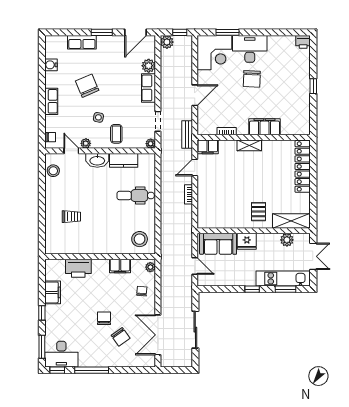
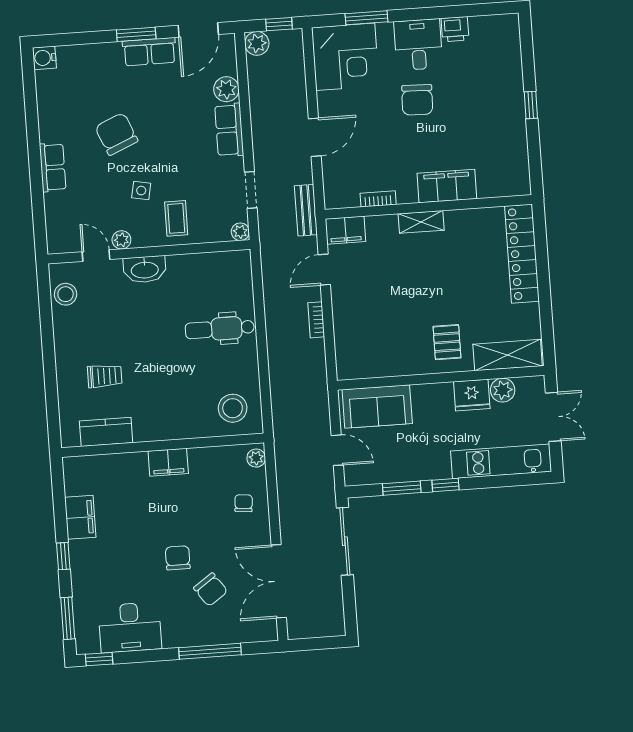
row of seats: (82, 42) -> (149, 52), moved
printer: (303, 42) -> (455, 29), moved
desk: (250, 49) -> (418, 45), width x0.73
water cooler: (51, 65) -> (44, 58), moved
chair: (51, 137) -> (56, 233), removed
kitchen counter: (124, 160) -> (106, 432), moved, turned 180
fridge: (247, 241) -> (472, 395), moved
filing cabinet: (120, 266) -> (168, 462), moved
printer: (78, 268) -> (124, 469), removed
window: (286, 289) -> (402, 488), moved
sliding door: (195, 330) -> (345, 541), moved
desk: (61, 354) -> (130, 627), moved
window: (92, 370) -> (210, 651), moved

